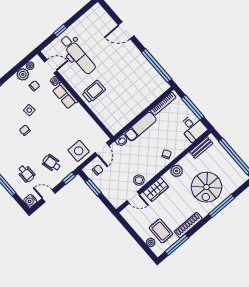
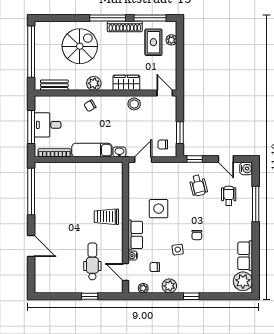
dental chair: (78, 55) -> (92, 261), width x0.73, depth x0.72
plant: (23, 74) -> (169, 286), moved
desk: (193, 128) -> (48, 125), moved, turned -90
side table: (79, 151) -> (159, 209), moved
door: (133, 198) -> (165, 93), moved
window: (222, 206) -> (108, 18), moved

